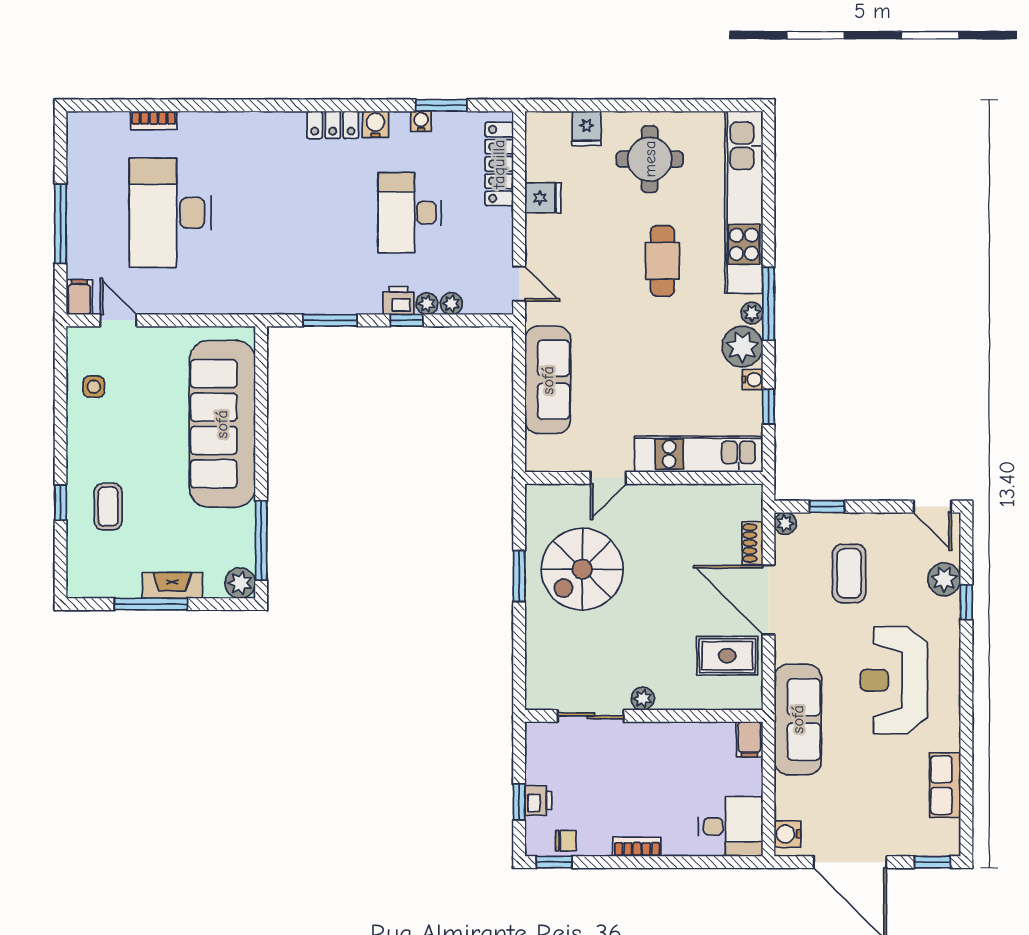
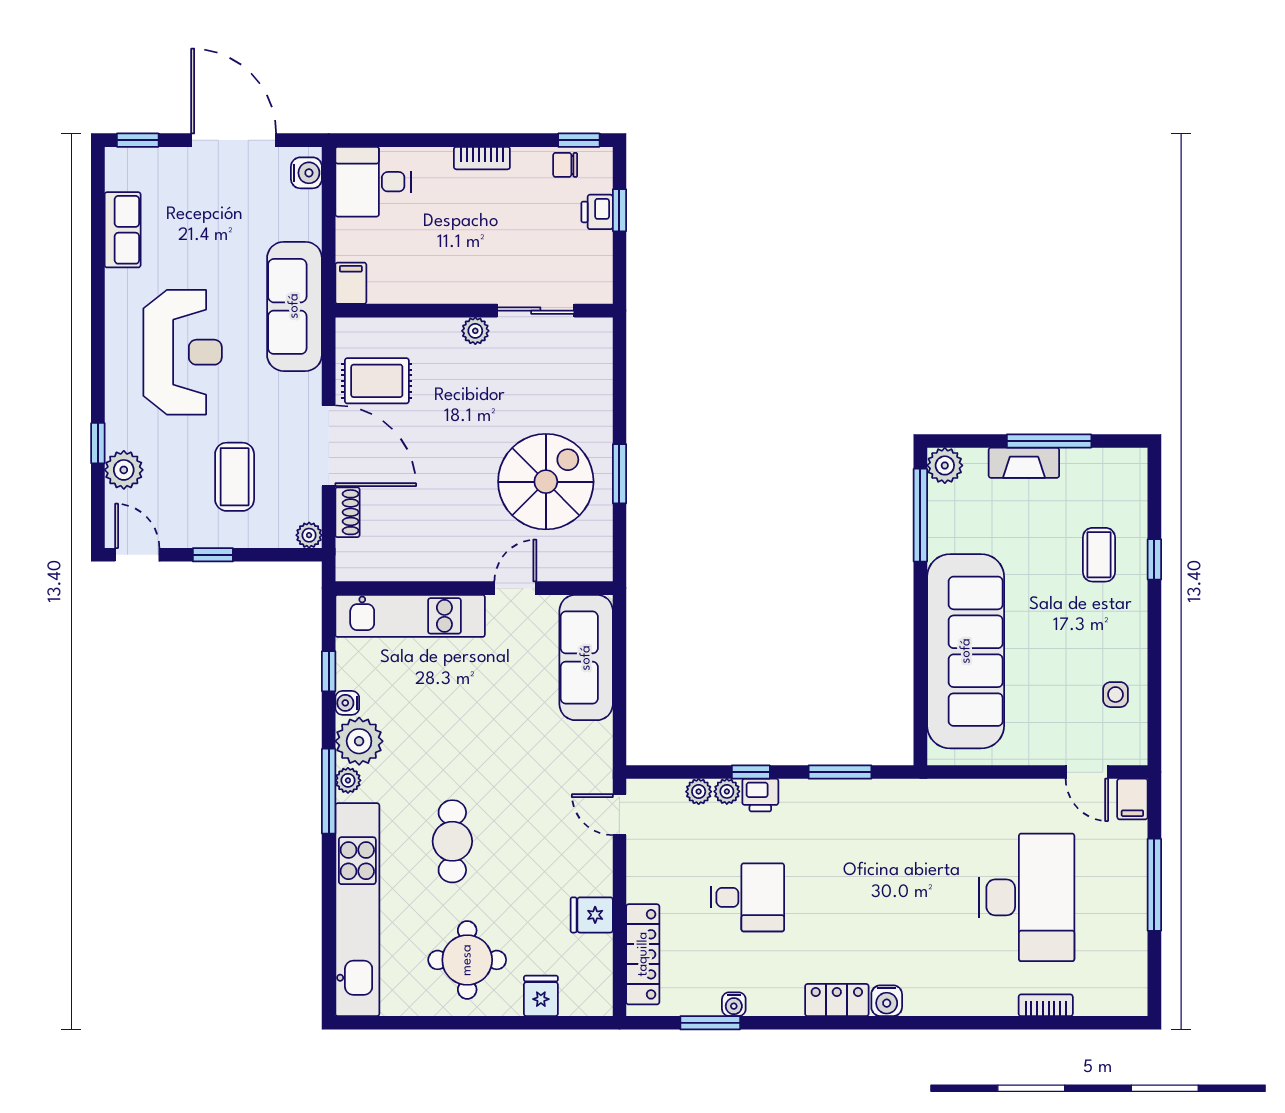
water cooler: (375, 124) -> (887, 1001), moved
desk: (410, 213) -> (747, 897), width x0.73
sofa: (548, 380) -> (586, 658), moved
window: (827, 507) -> (213, 555), moved

